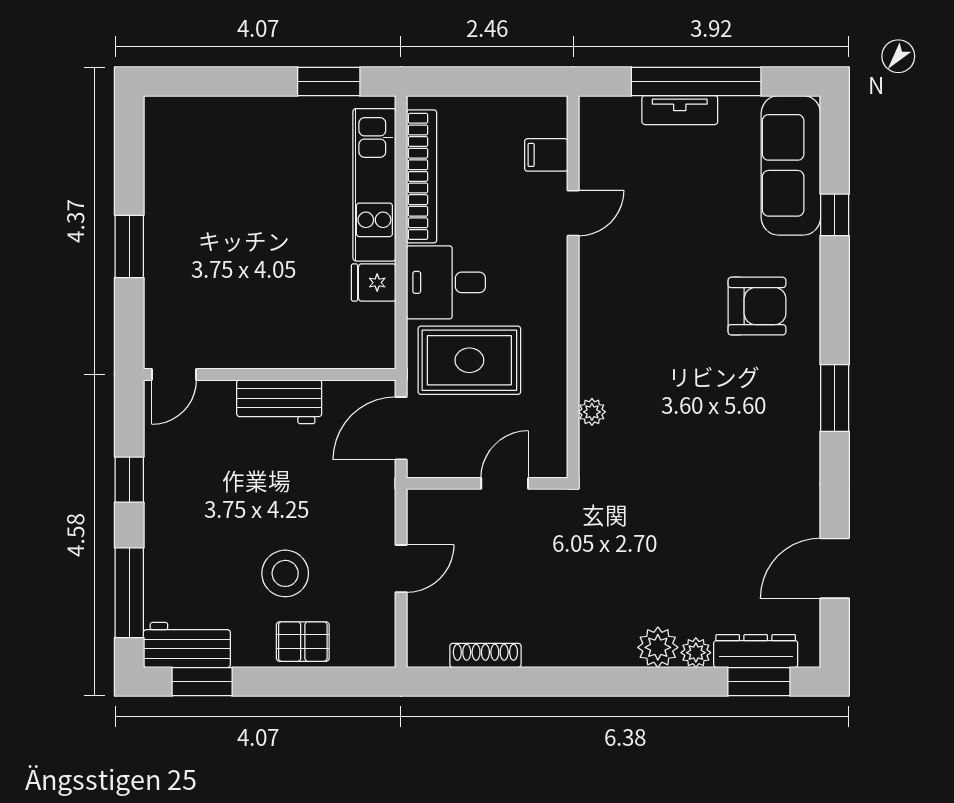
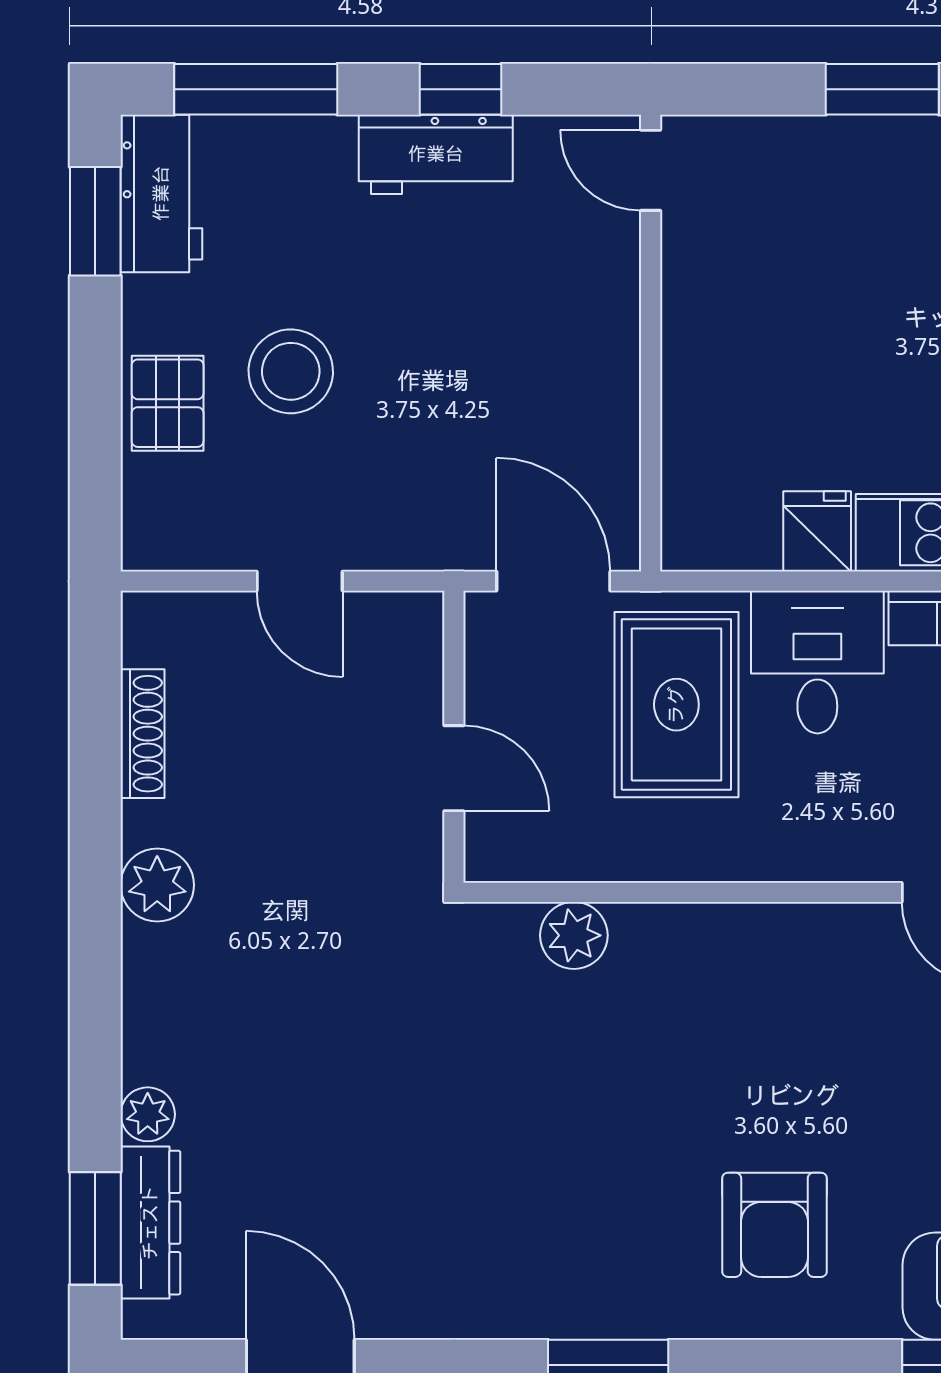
workbench: (279, 402) -> (436, 154), moved, turned -90
plant: (592, 412) -> (574, 935), width x1.38, depth x1.38
plant: (658, 647) -> (157, 885), moved

